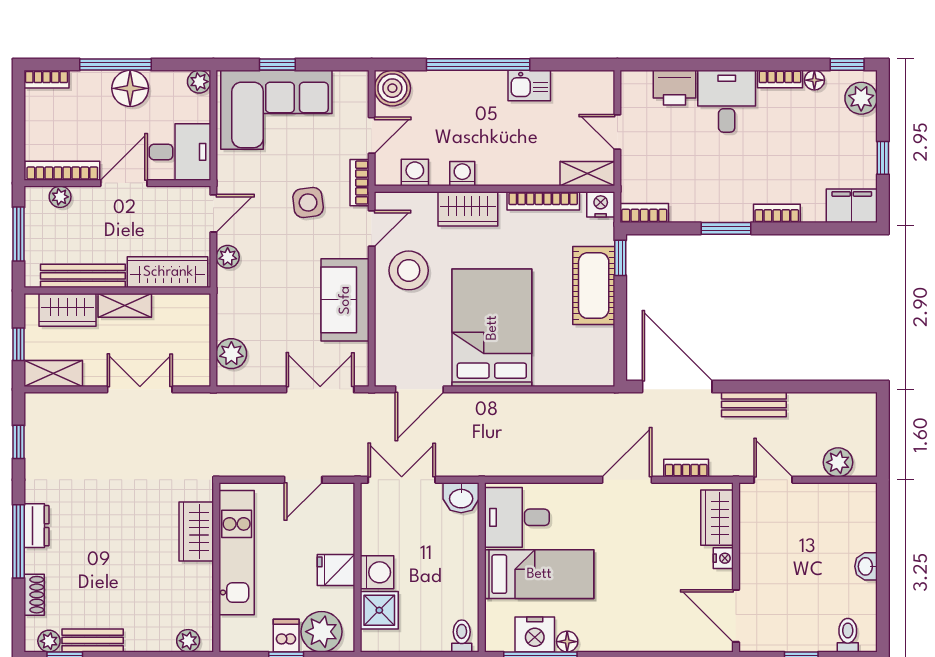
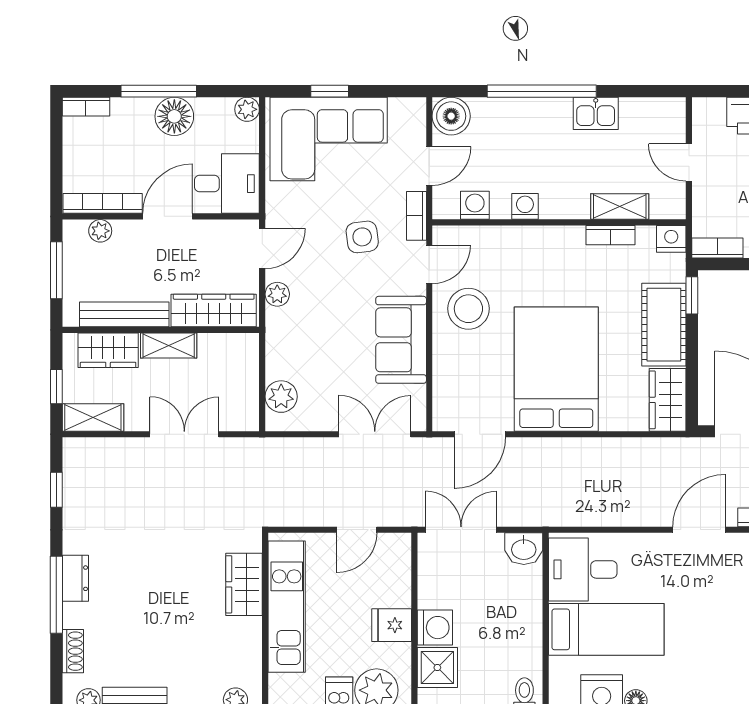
shelving: (587, 174) -> (620, 207), moved
bookcase: (543, 201) -> (610, 235), width x0.64
wardrobe: (468, 209) -> (668, 400), moved, turned 90

